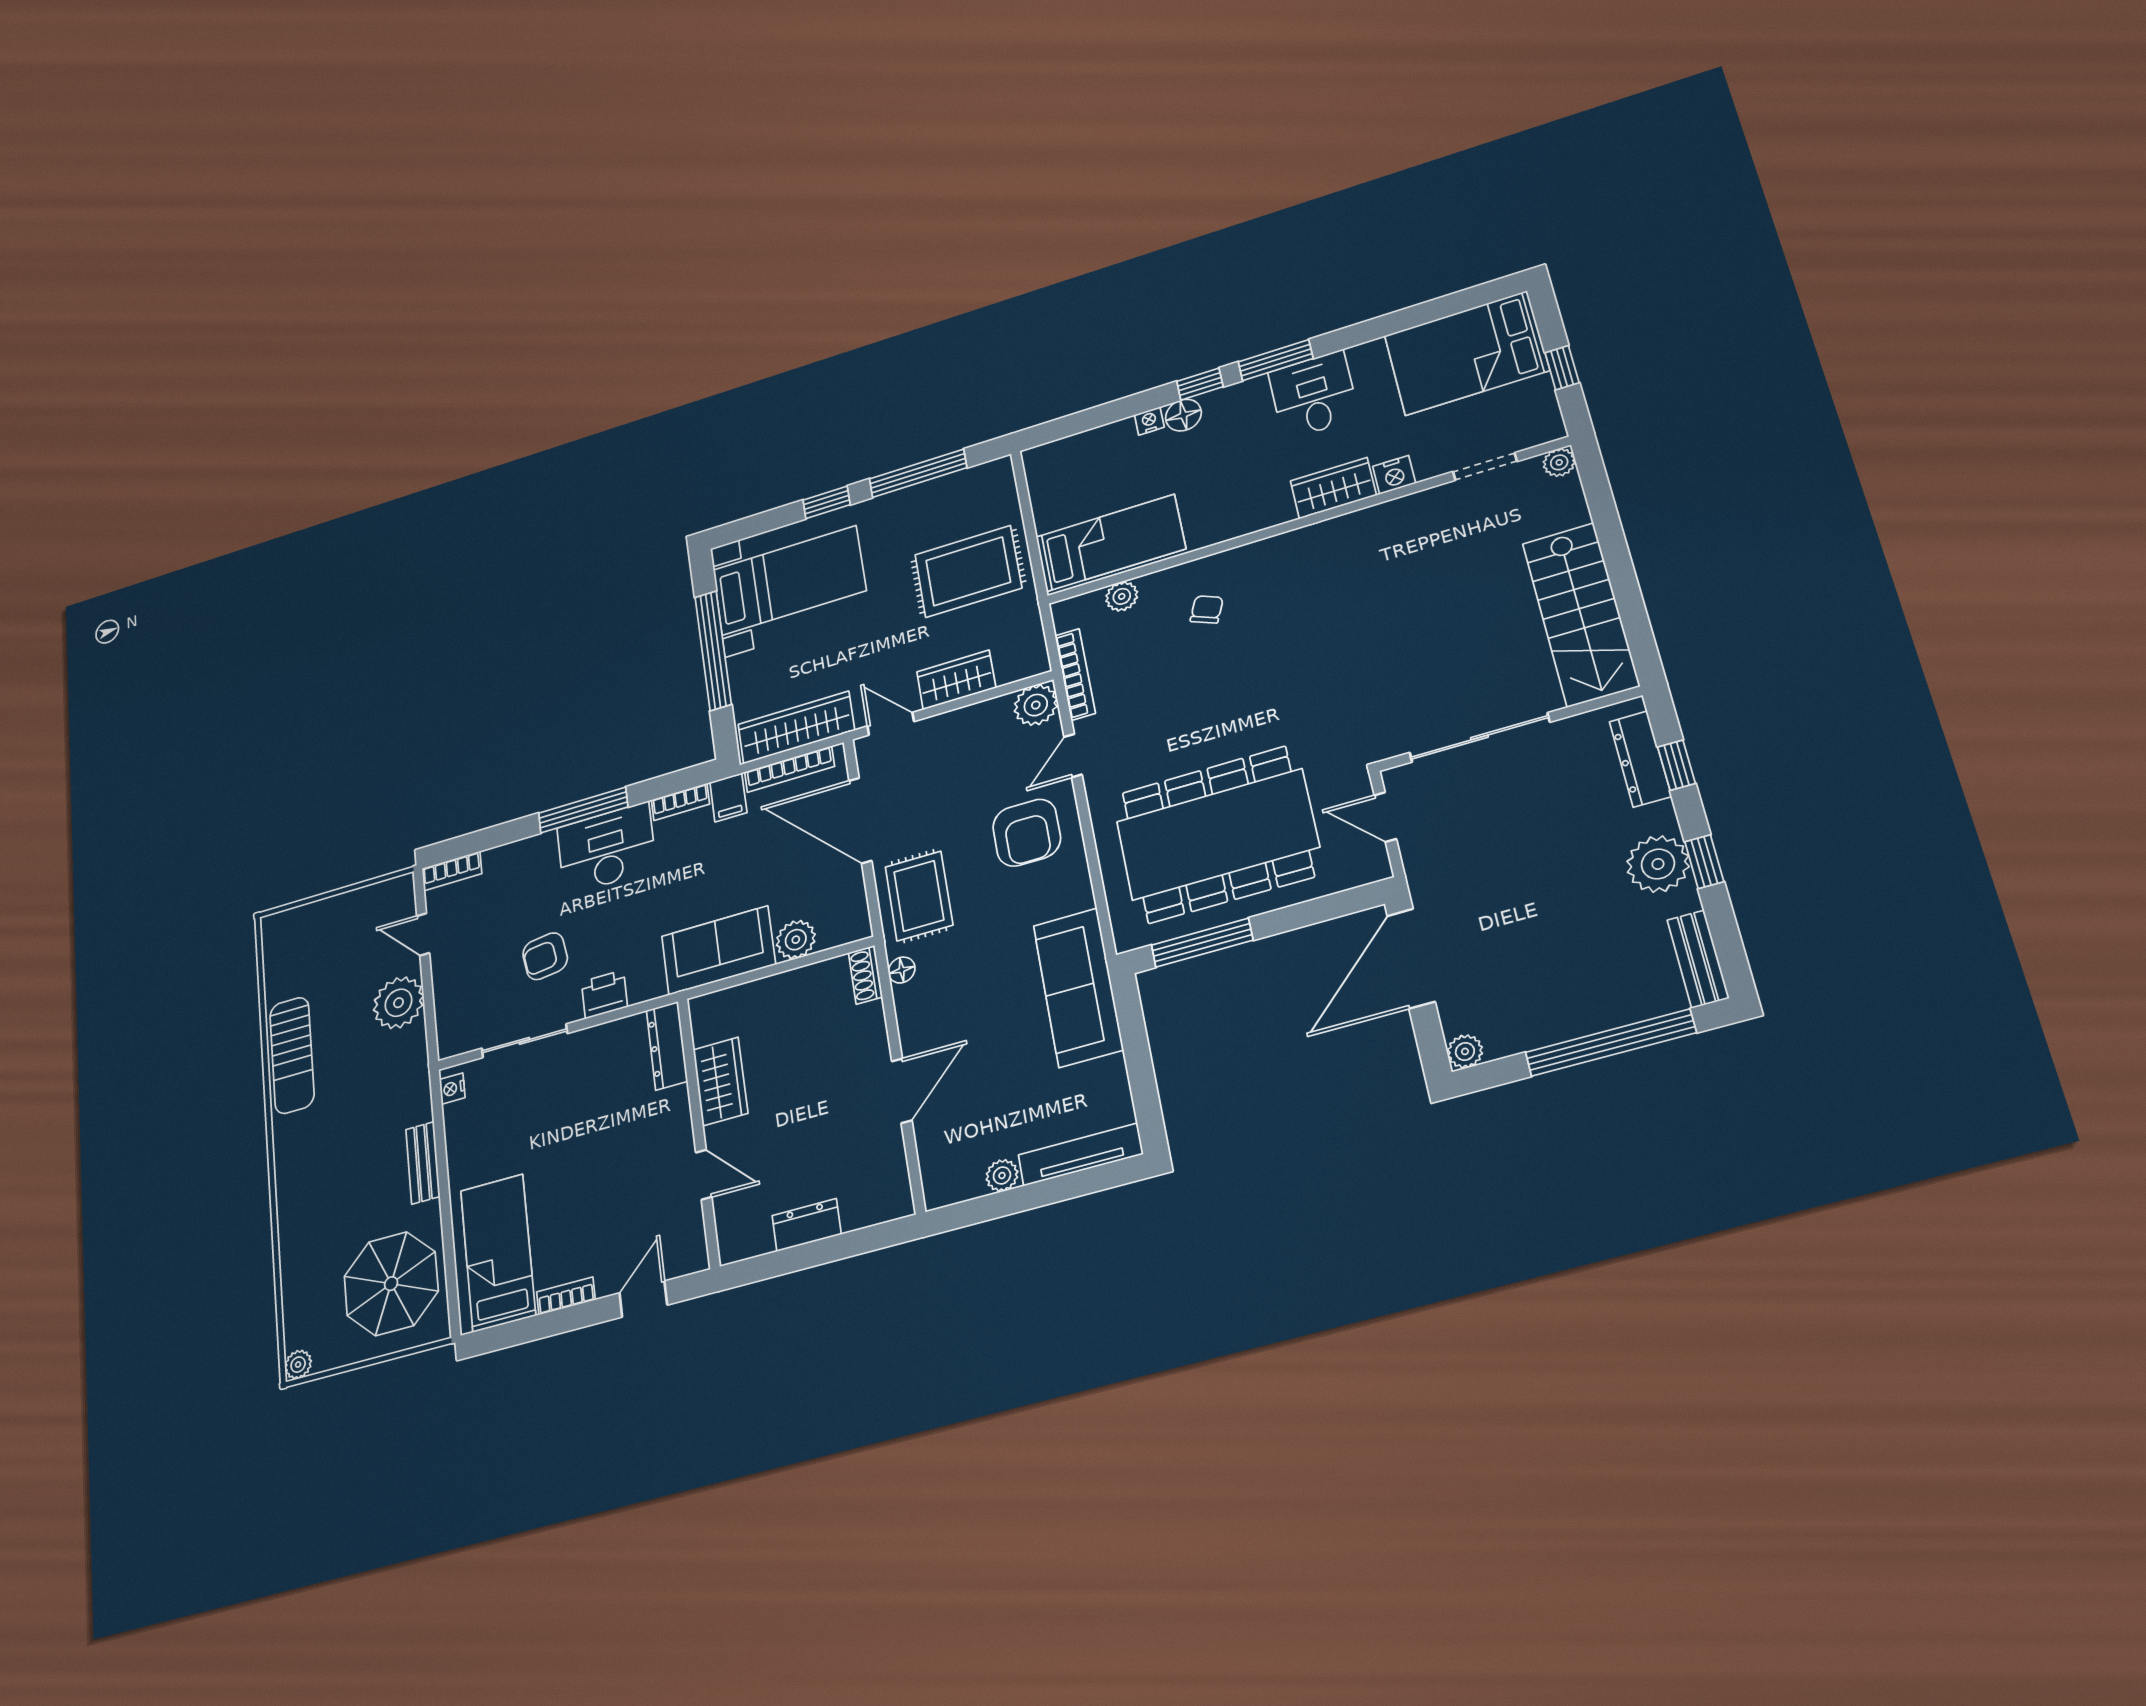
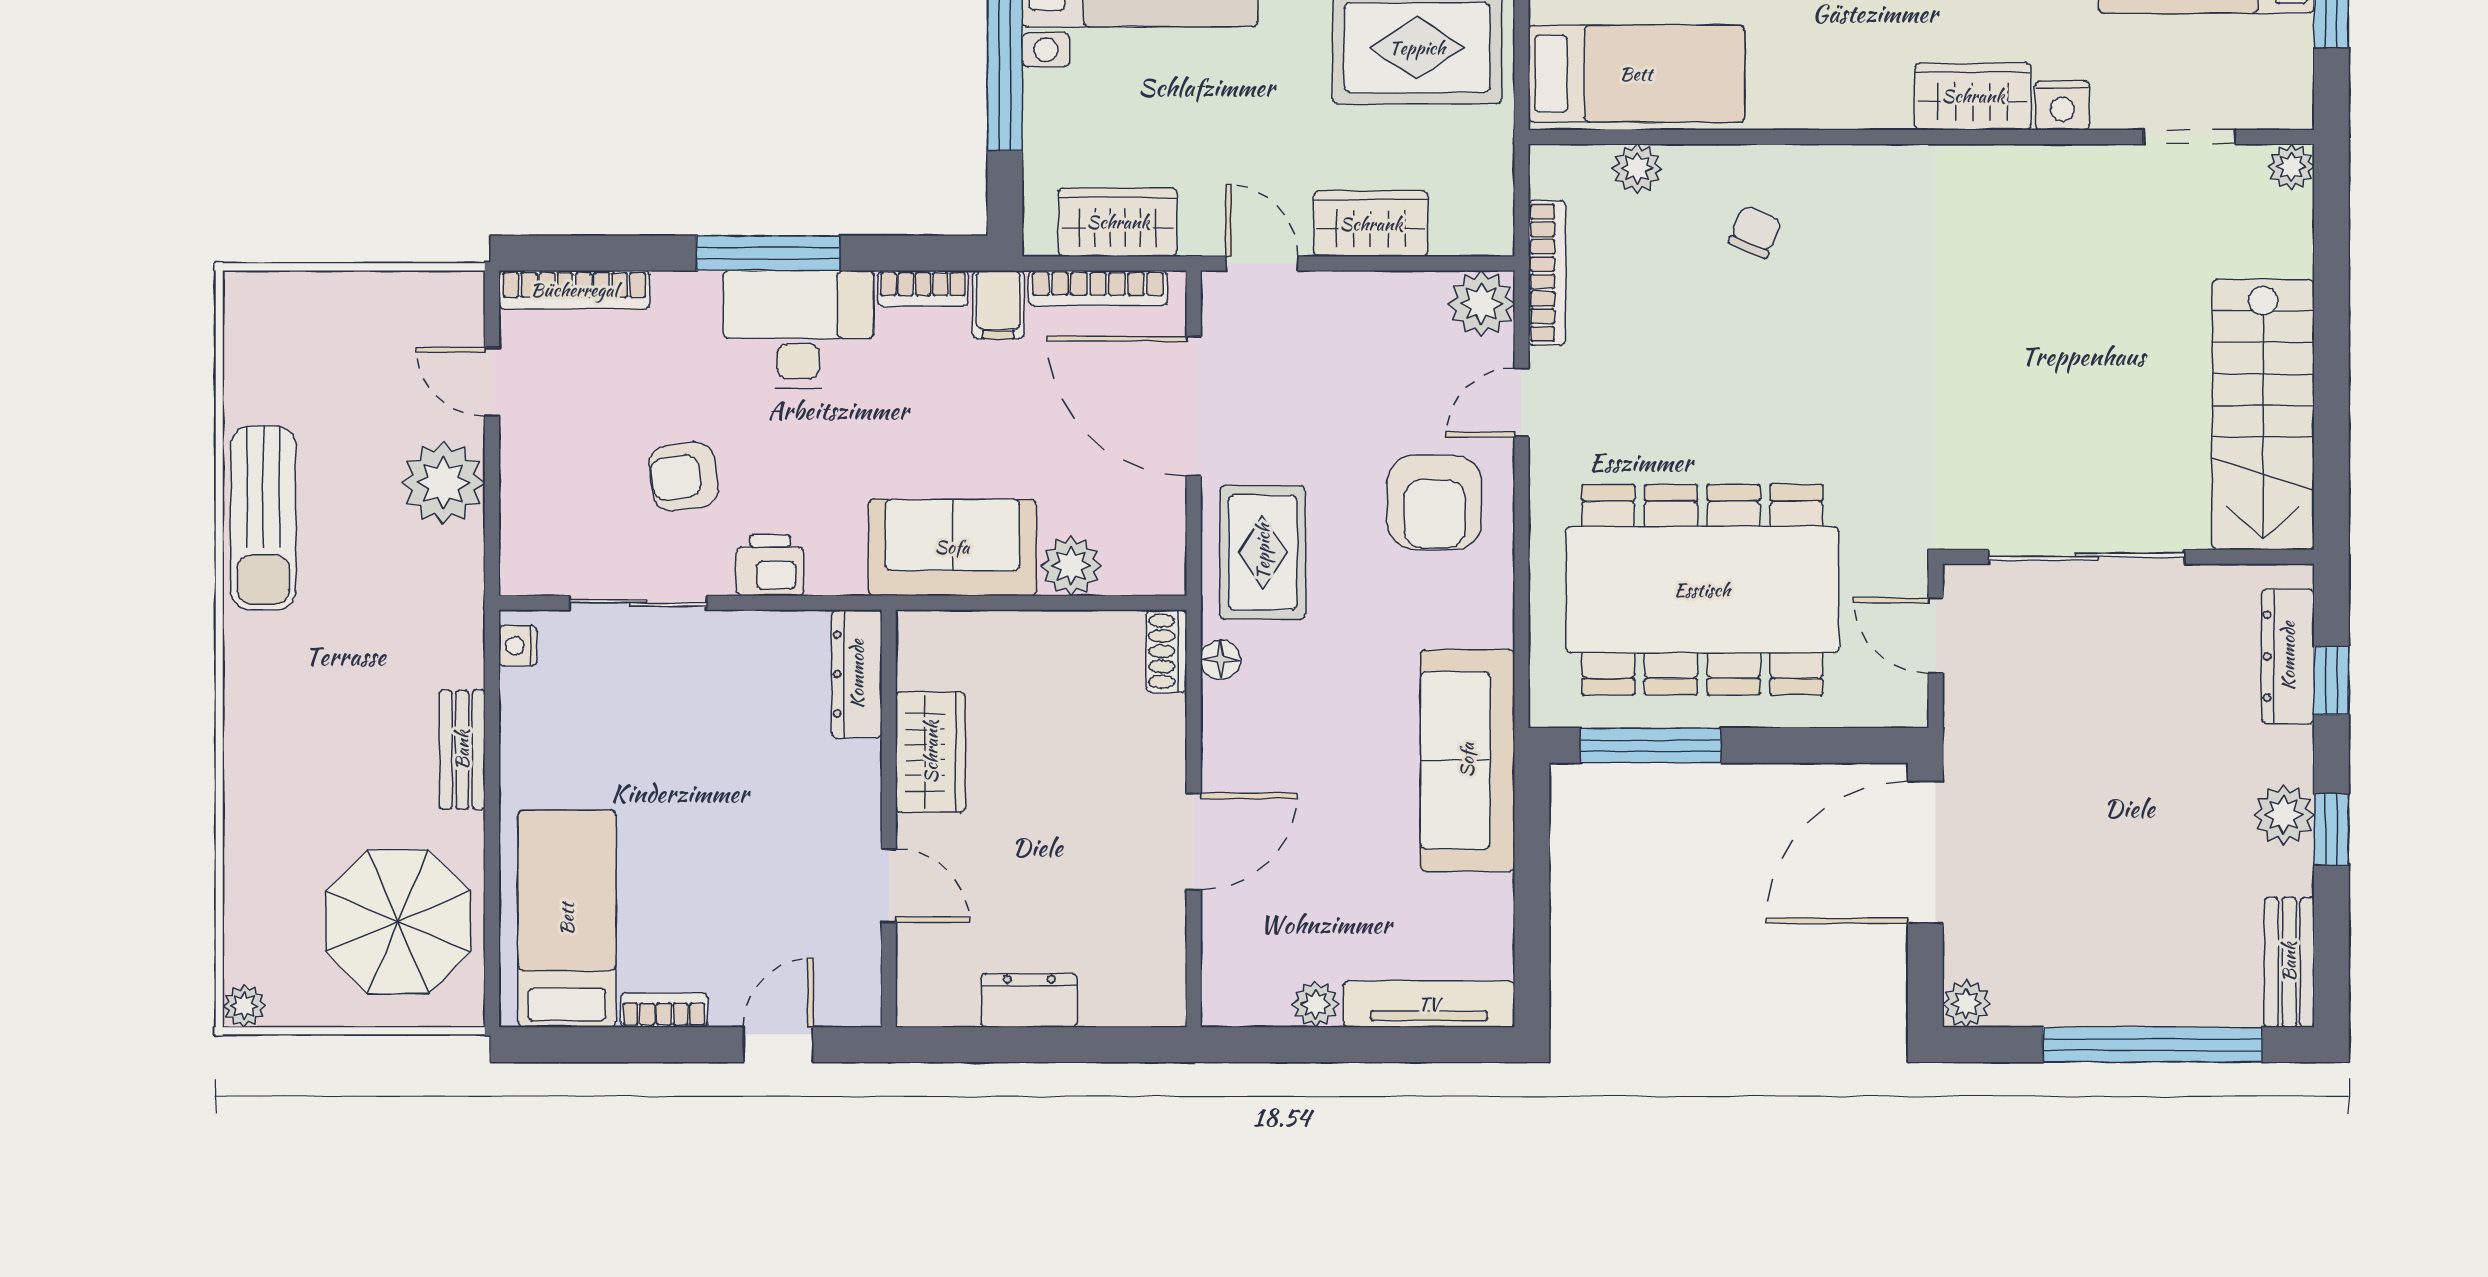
wardrobe: (796, 727) -> (1118, 222), width x0.67
plant: (1658, 864) -> (2284, 815), width x0.73, depth x0.73
bookcase: (452, 871) -> (574, 290), width x1.56

